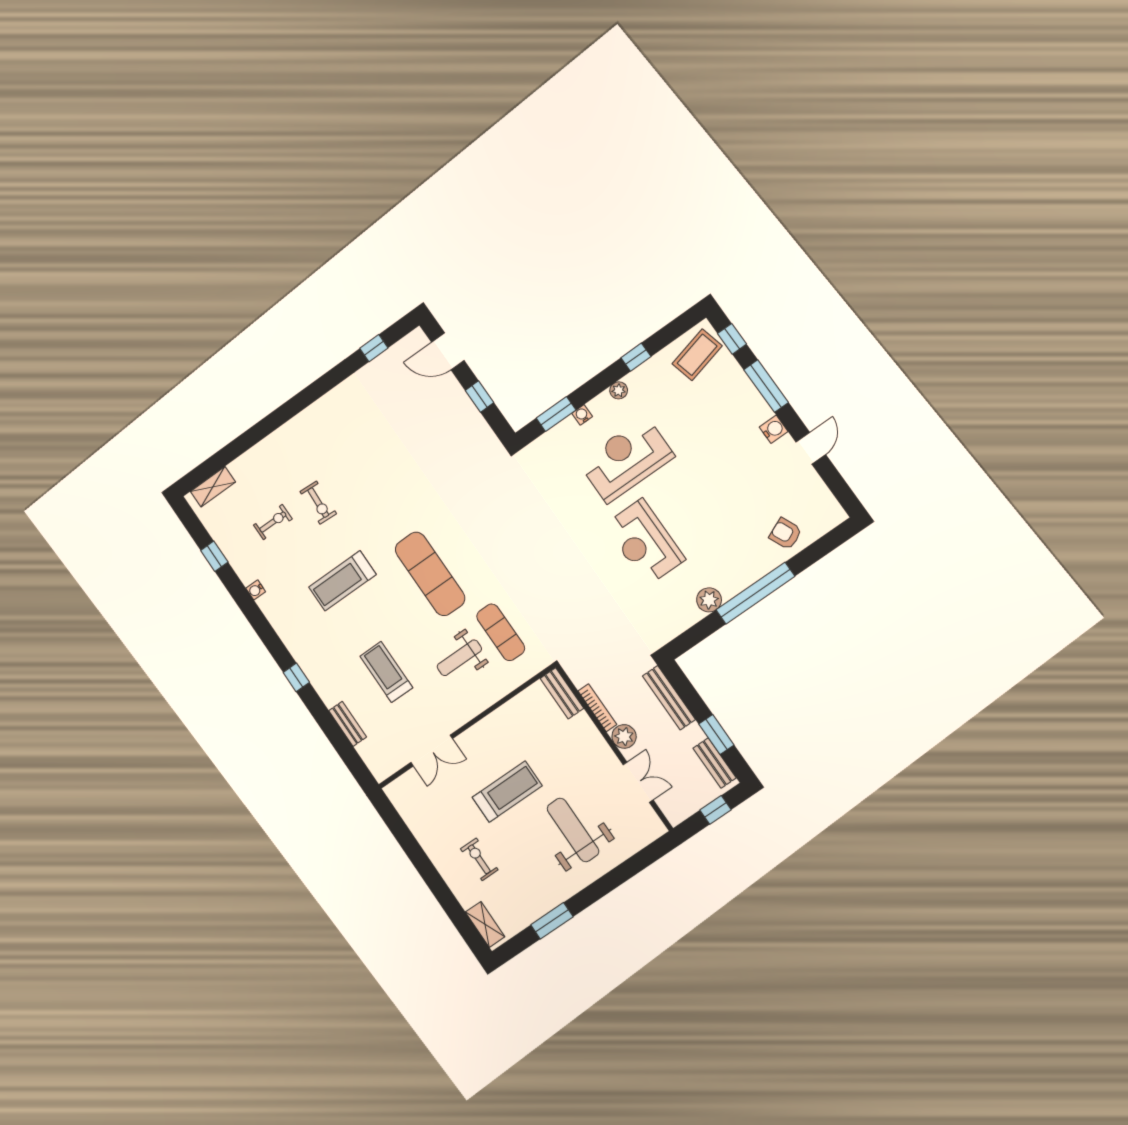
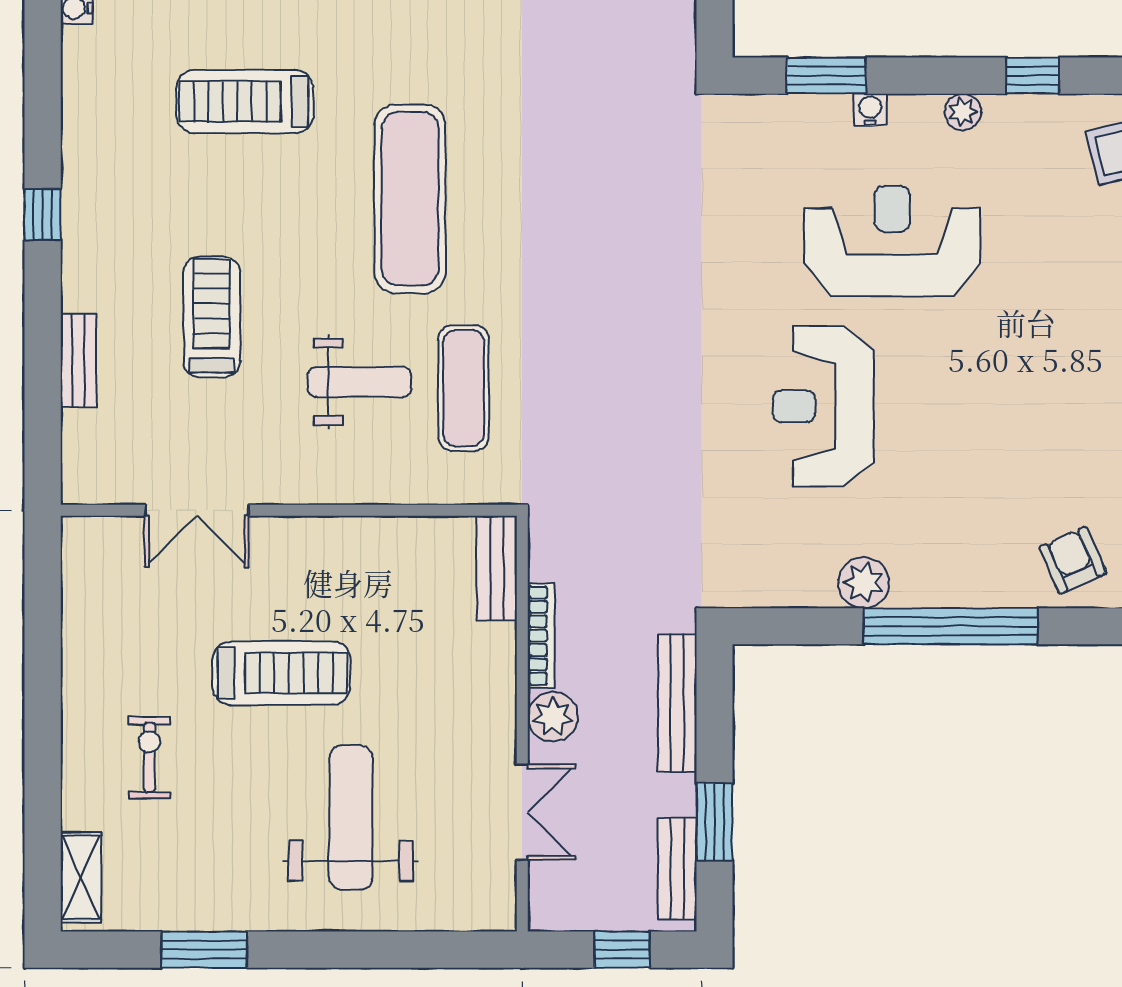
weight bench: (459, 658) -> (359, 382), turned 180

